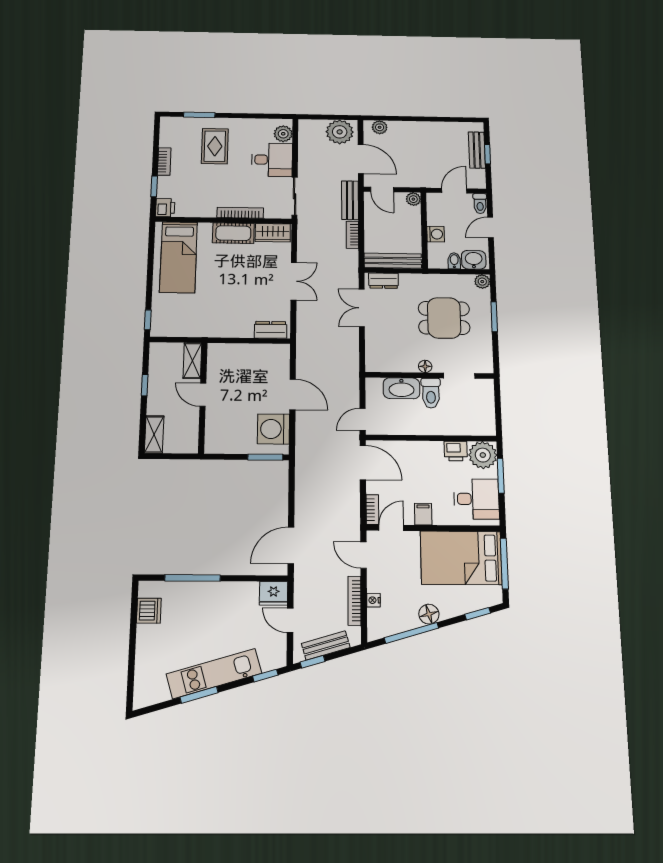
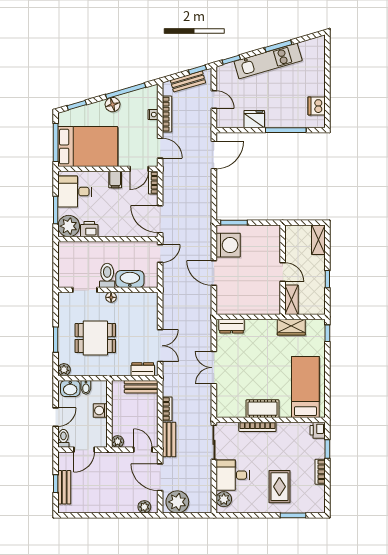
wardrobe: (273, 233) -> (291, 327), moved, turned 180
bench: (393, 261) -> (141, 387), width x0.73
fridge: (273, 593) -> (254, 119), moved

